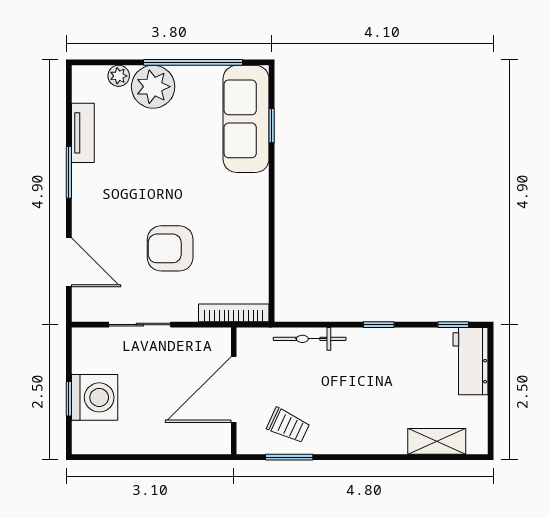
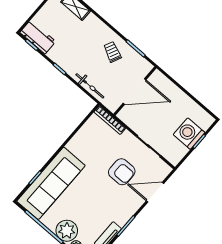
sofa: (246, 119) -> (51, 183), width x1.36, depth x1.27
armchair: (170, 248) -> (122, 172), moved
door: (69, 262) -> (155, 192), hinge flipped
workbench: (470, 361) -> (38, 37), moved, turned -90
trolley: (288, 425) -> (112, 52), moved

